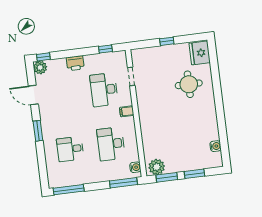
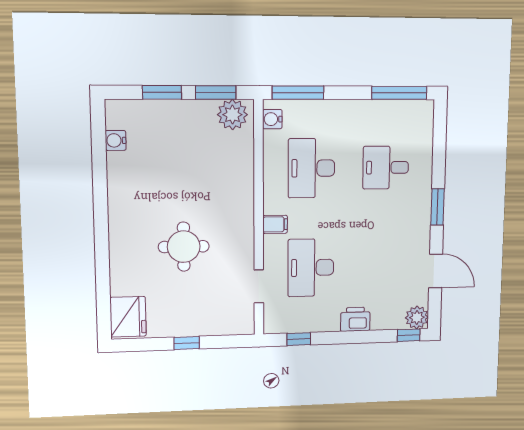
round table: (189, 84) -> (184, 247), moved
desk: (104, 90) -> (311, 268), turned 180
desk: (111, 144) -> (312, 168), turned 180
desk: (70, 149) -> (386, 167), turned 180

